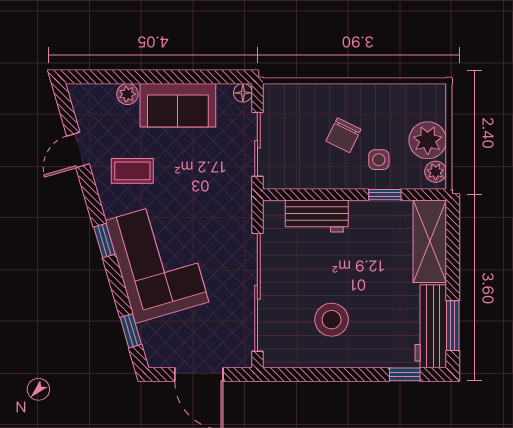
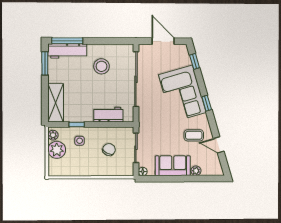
chair: (343, 135) -> (109, 150), moved
door: (78, 150) -> (219, 145), swing flipped
workbench: (431, 326) -> (67, 51), moved, turned 90
window: (405, 374) -> (67, 41), width x2.17

